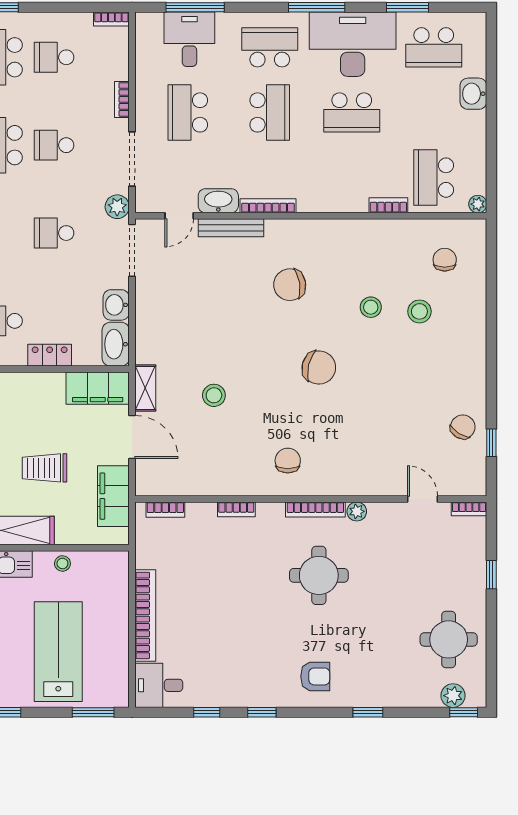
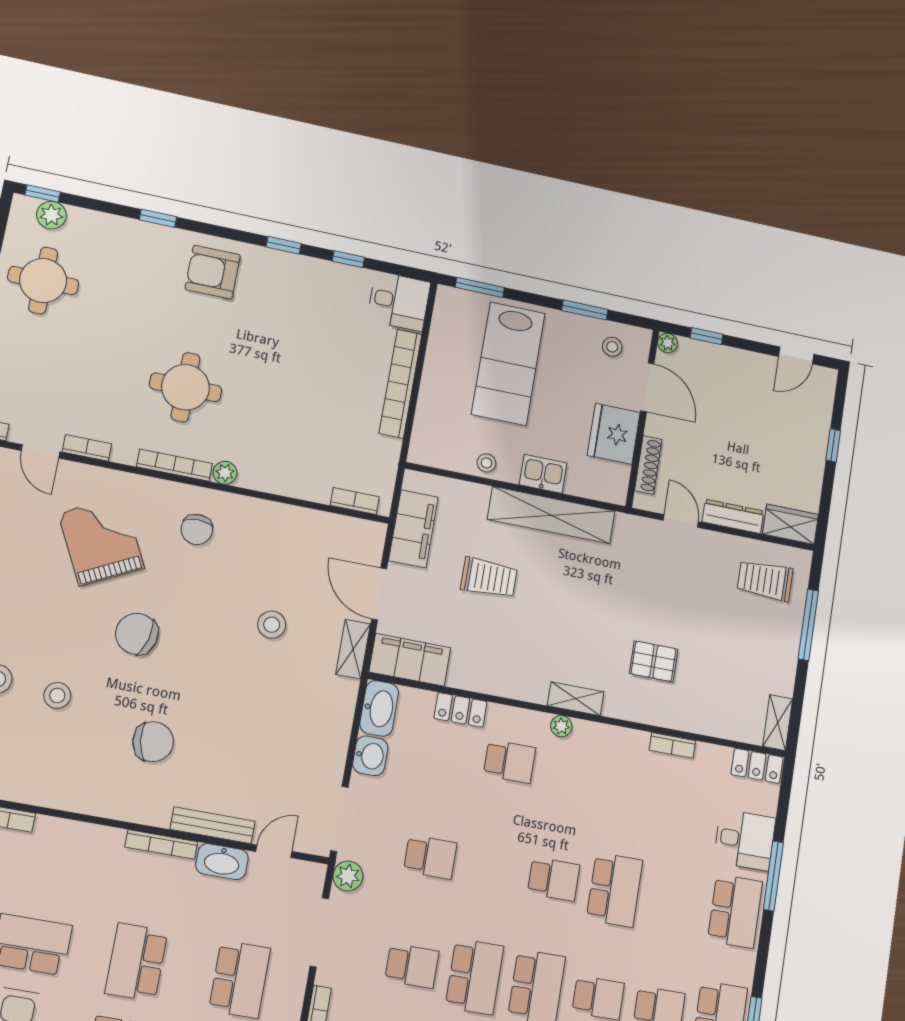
grand piano: (361, 437) -> (101, 541), added
bookcase: (236, 509) -> (87, 448), moved
plant: (357, 511) -> (225, 473), moved
armchair: (315, 676) -> (213, 272), width x1.38, depth x1.38

